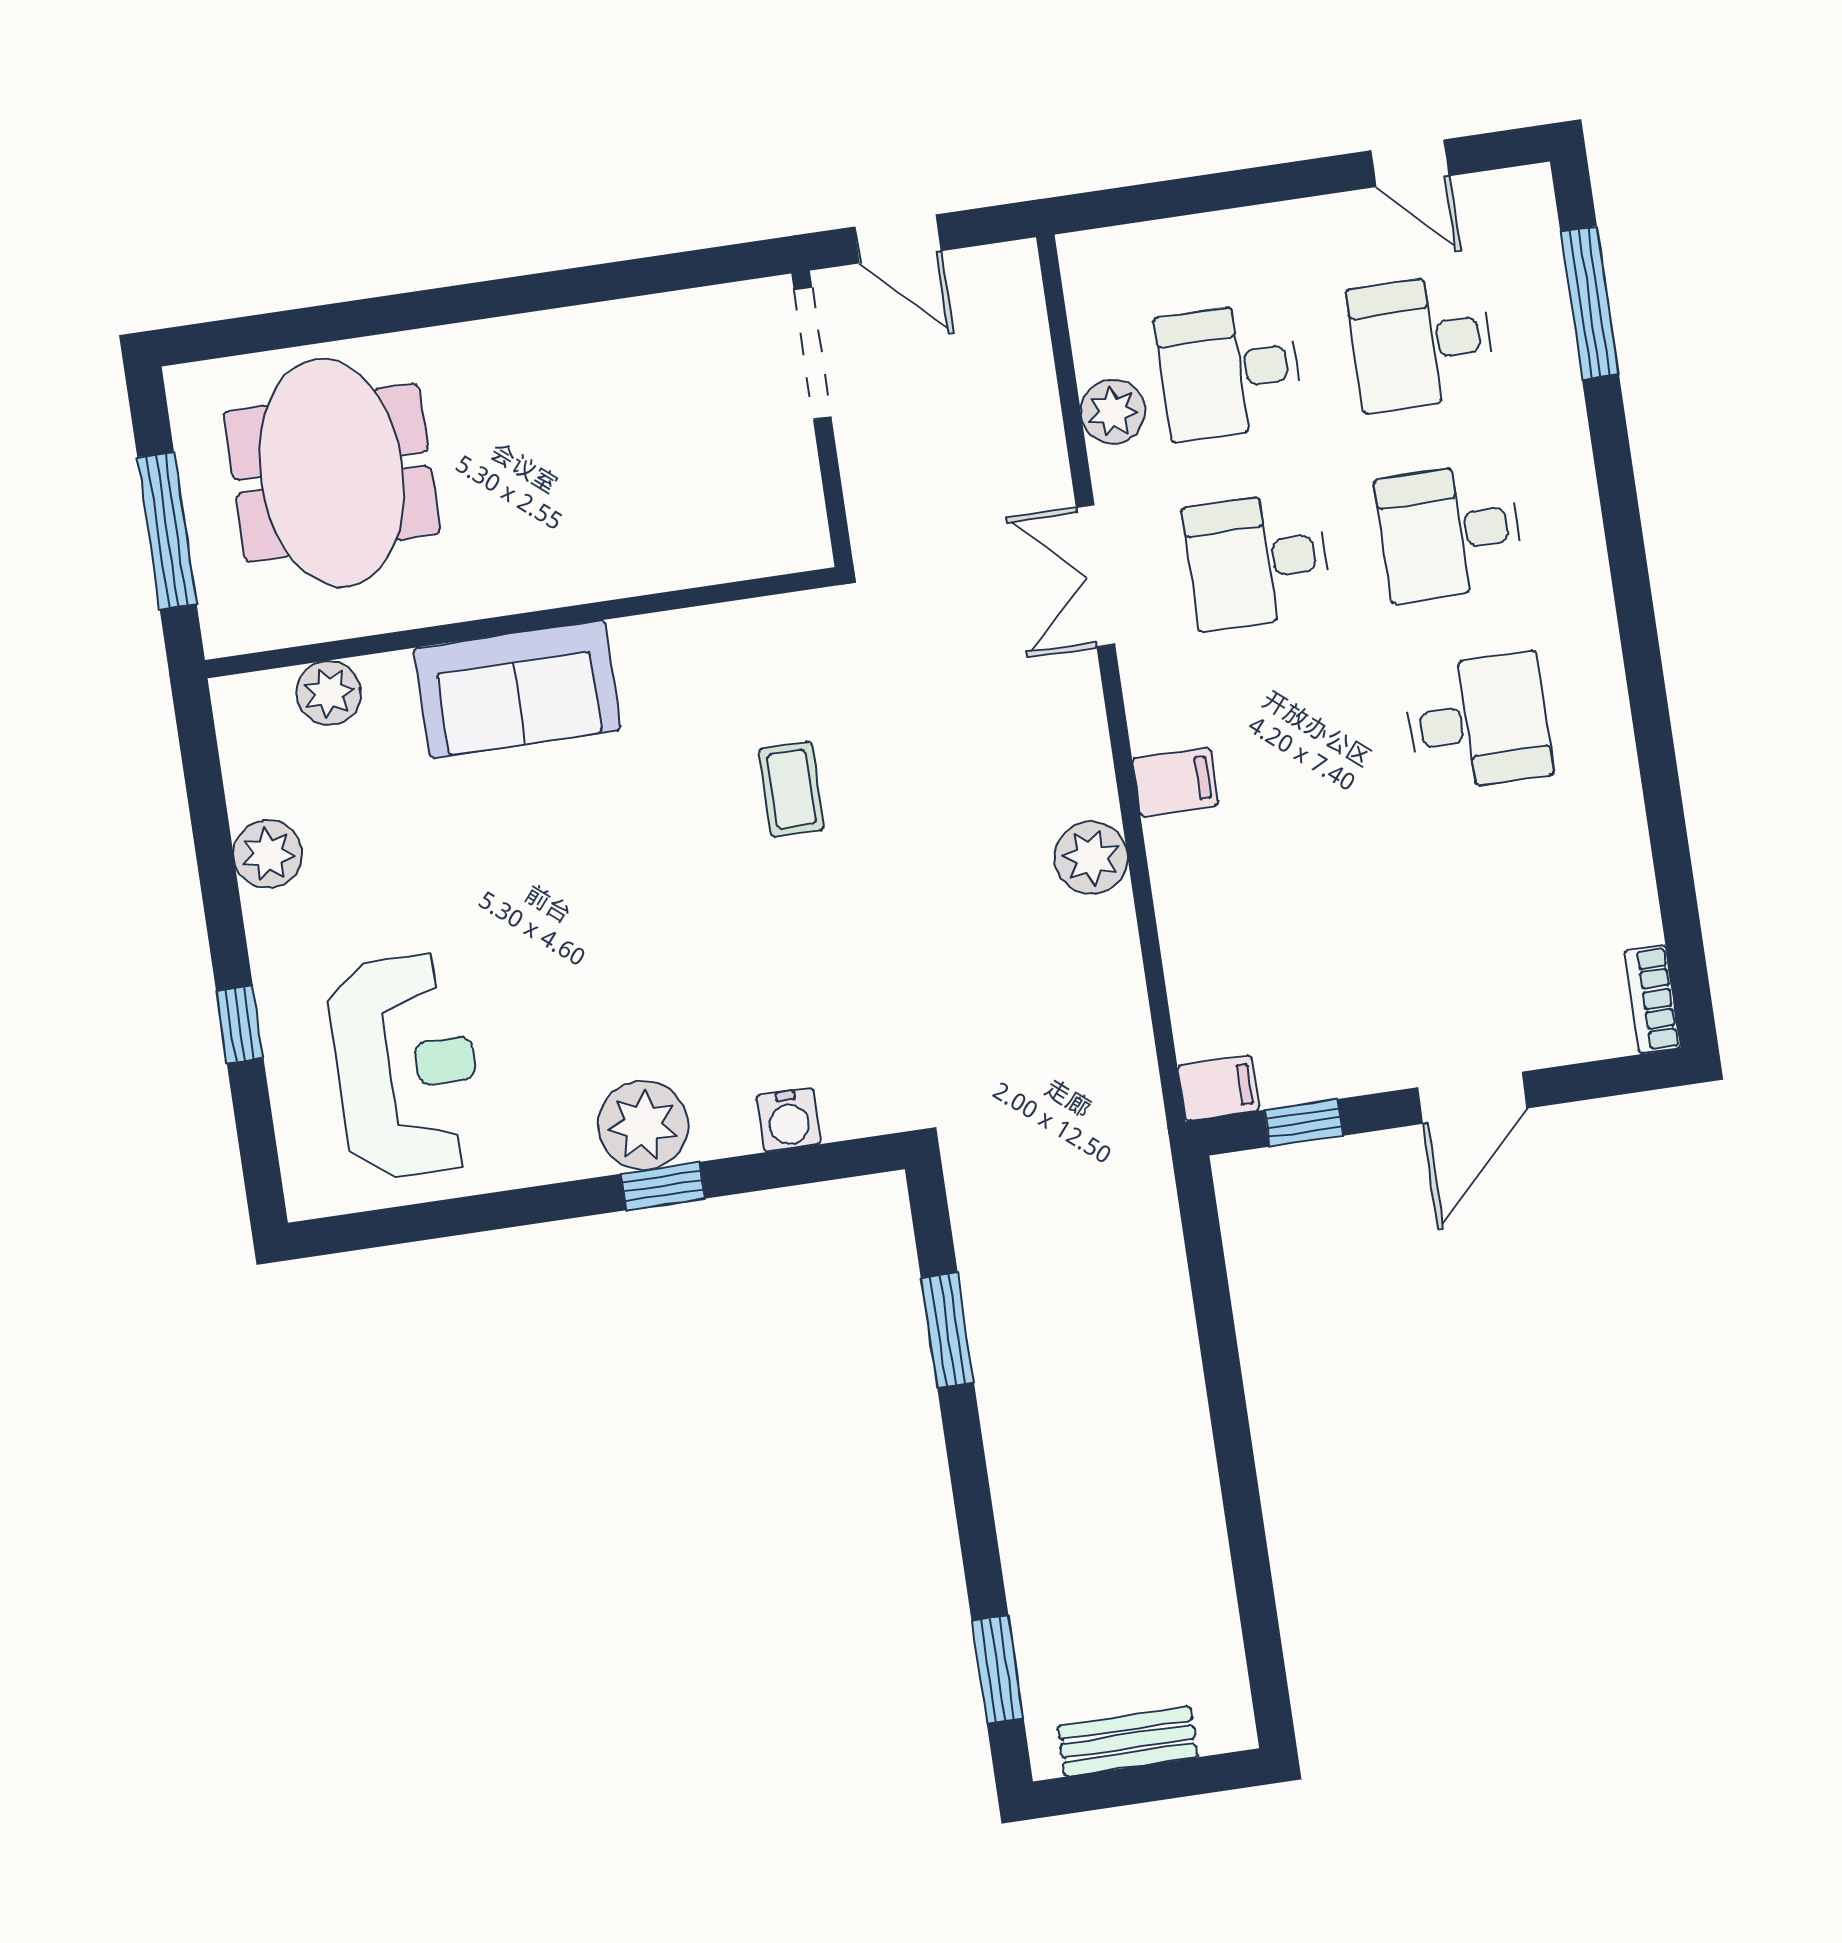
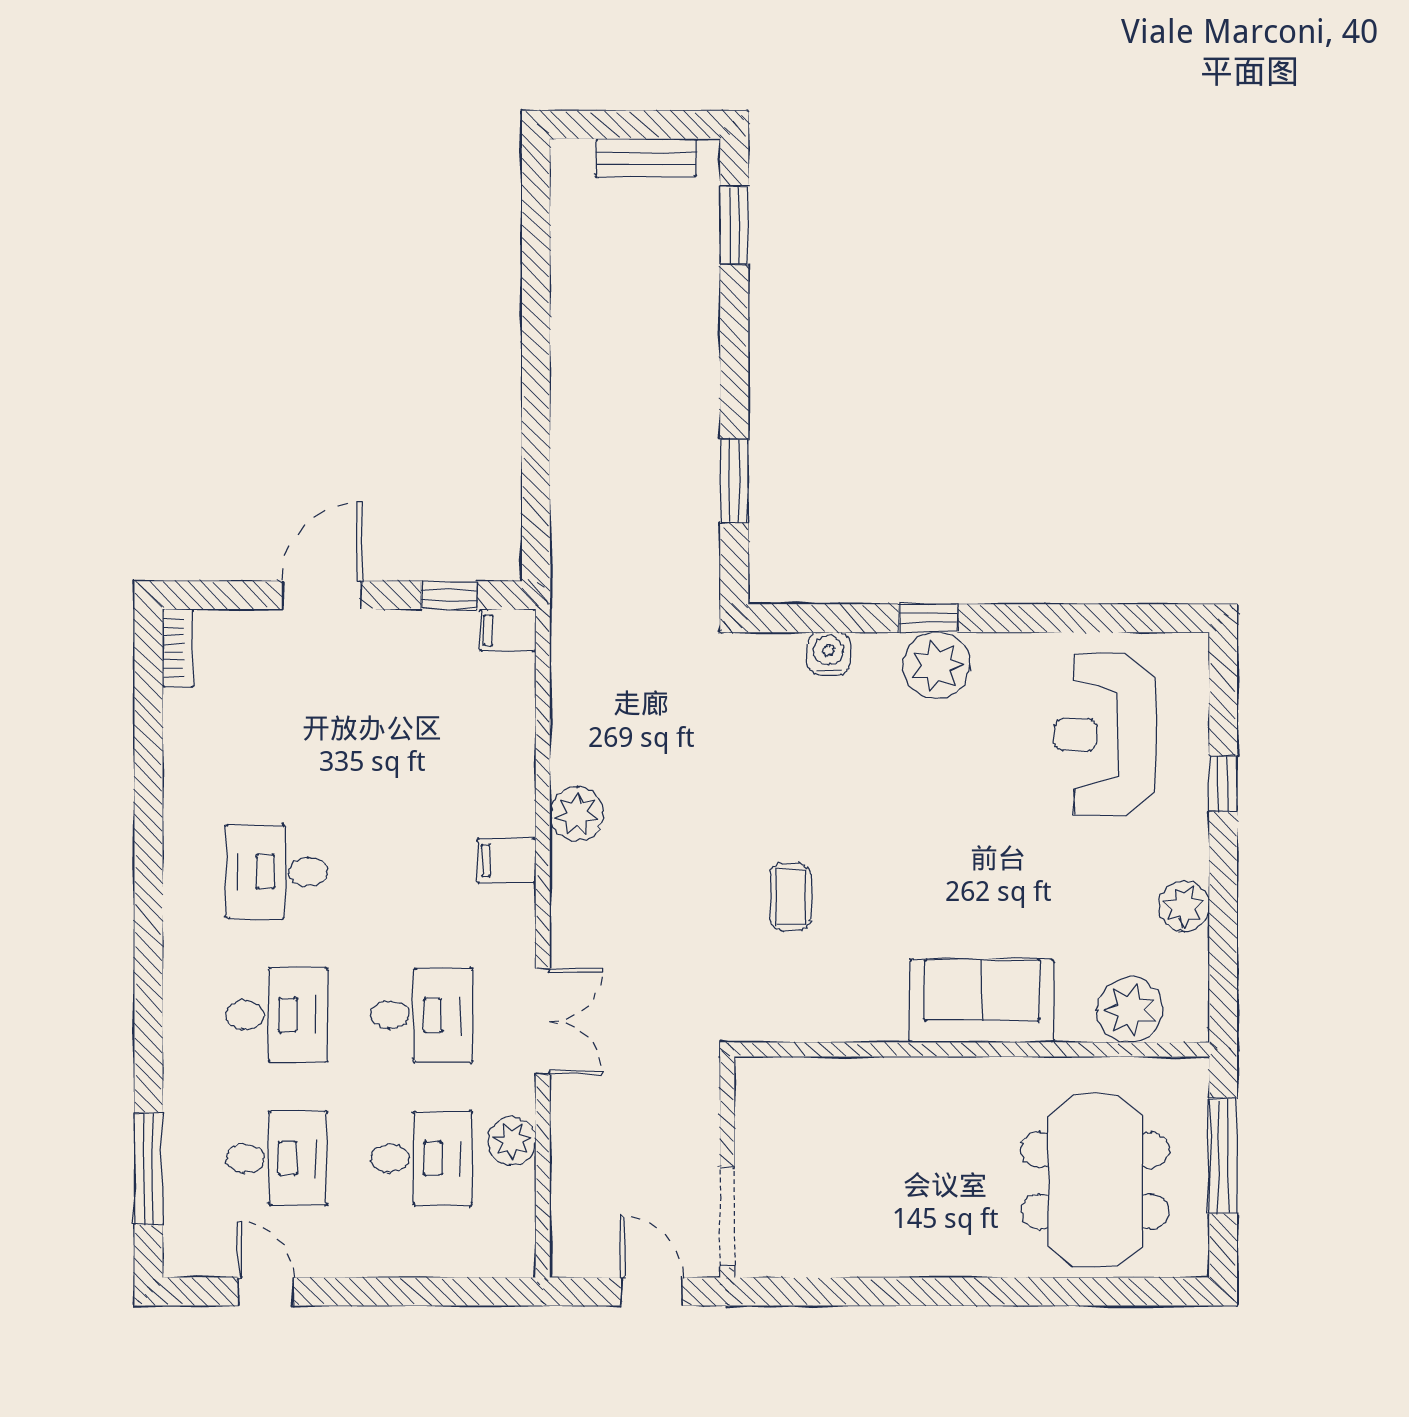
plant: (329, 693) -> (1130, 1010), width x1.36, depth x1.36

